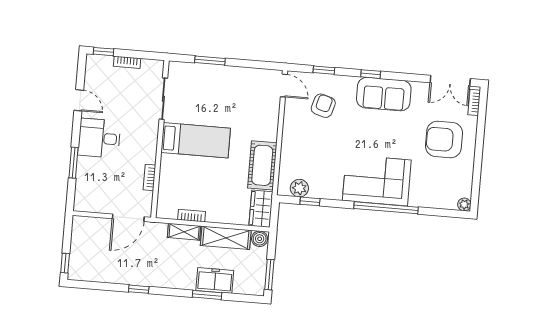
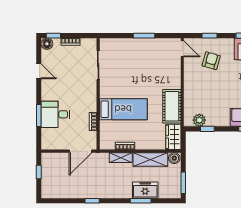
window: (210, 61) -> (144, 36), moved
floor lamp: (94, 62) -> (47, 44), added
desk: (99, 138) -> (55, 114), moved
bed: (196, 140) -> (123, 109), moved
window: (65, 263) -> (39, 172), moved

